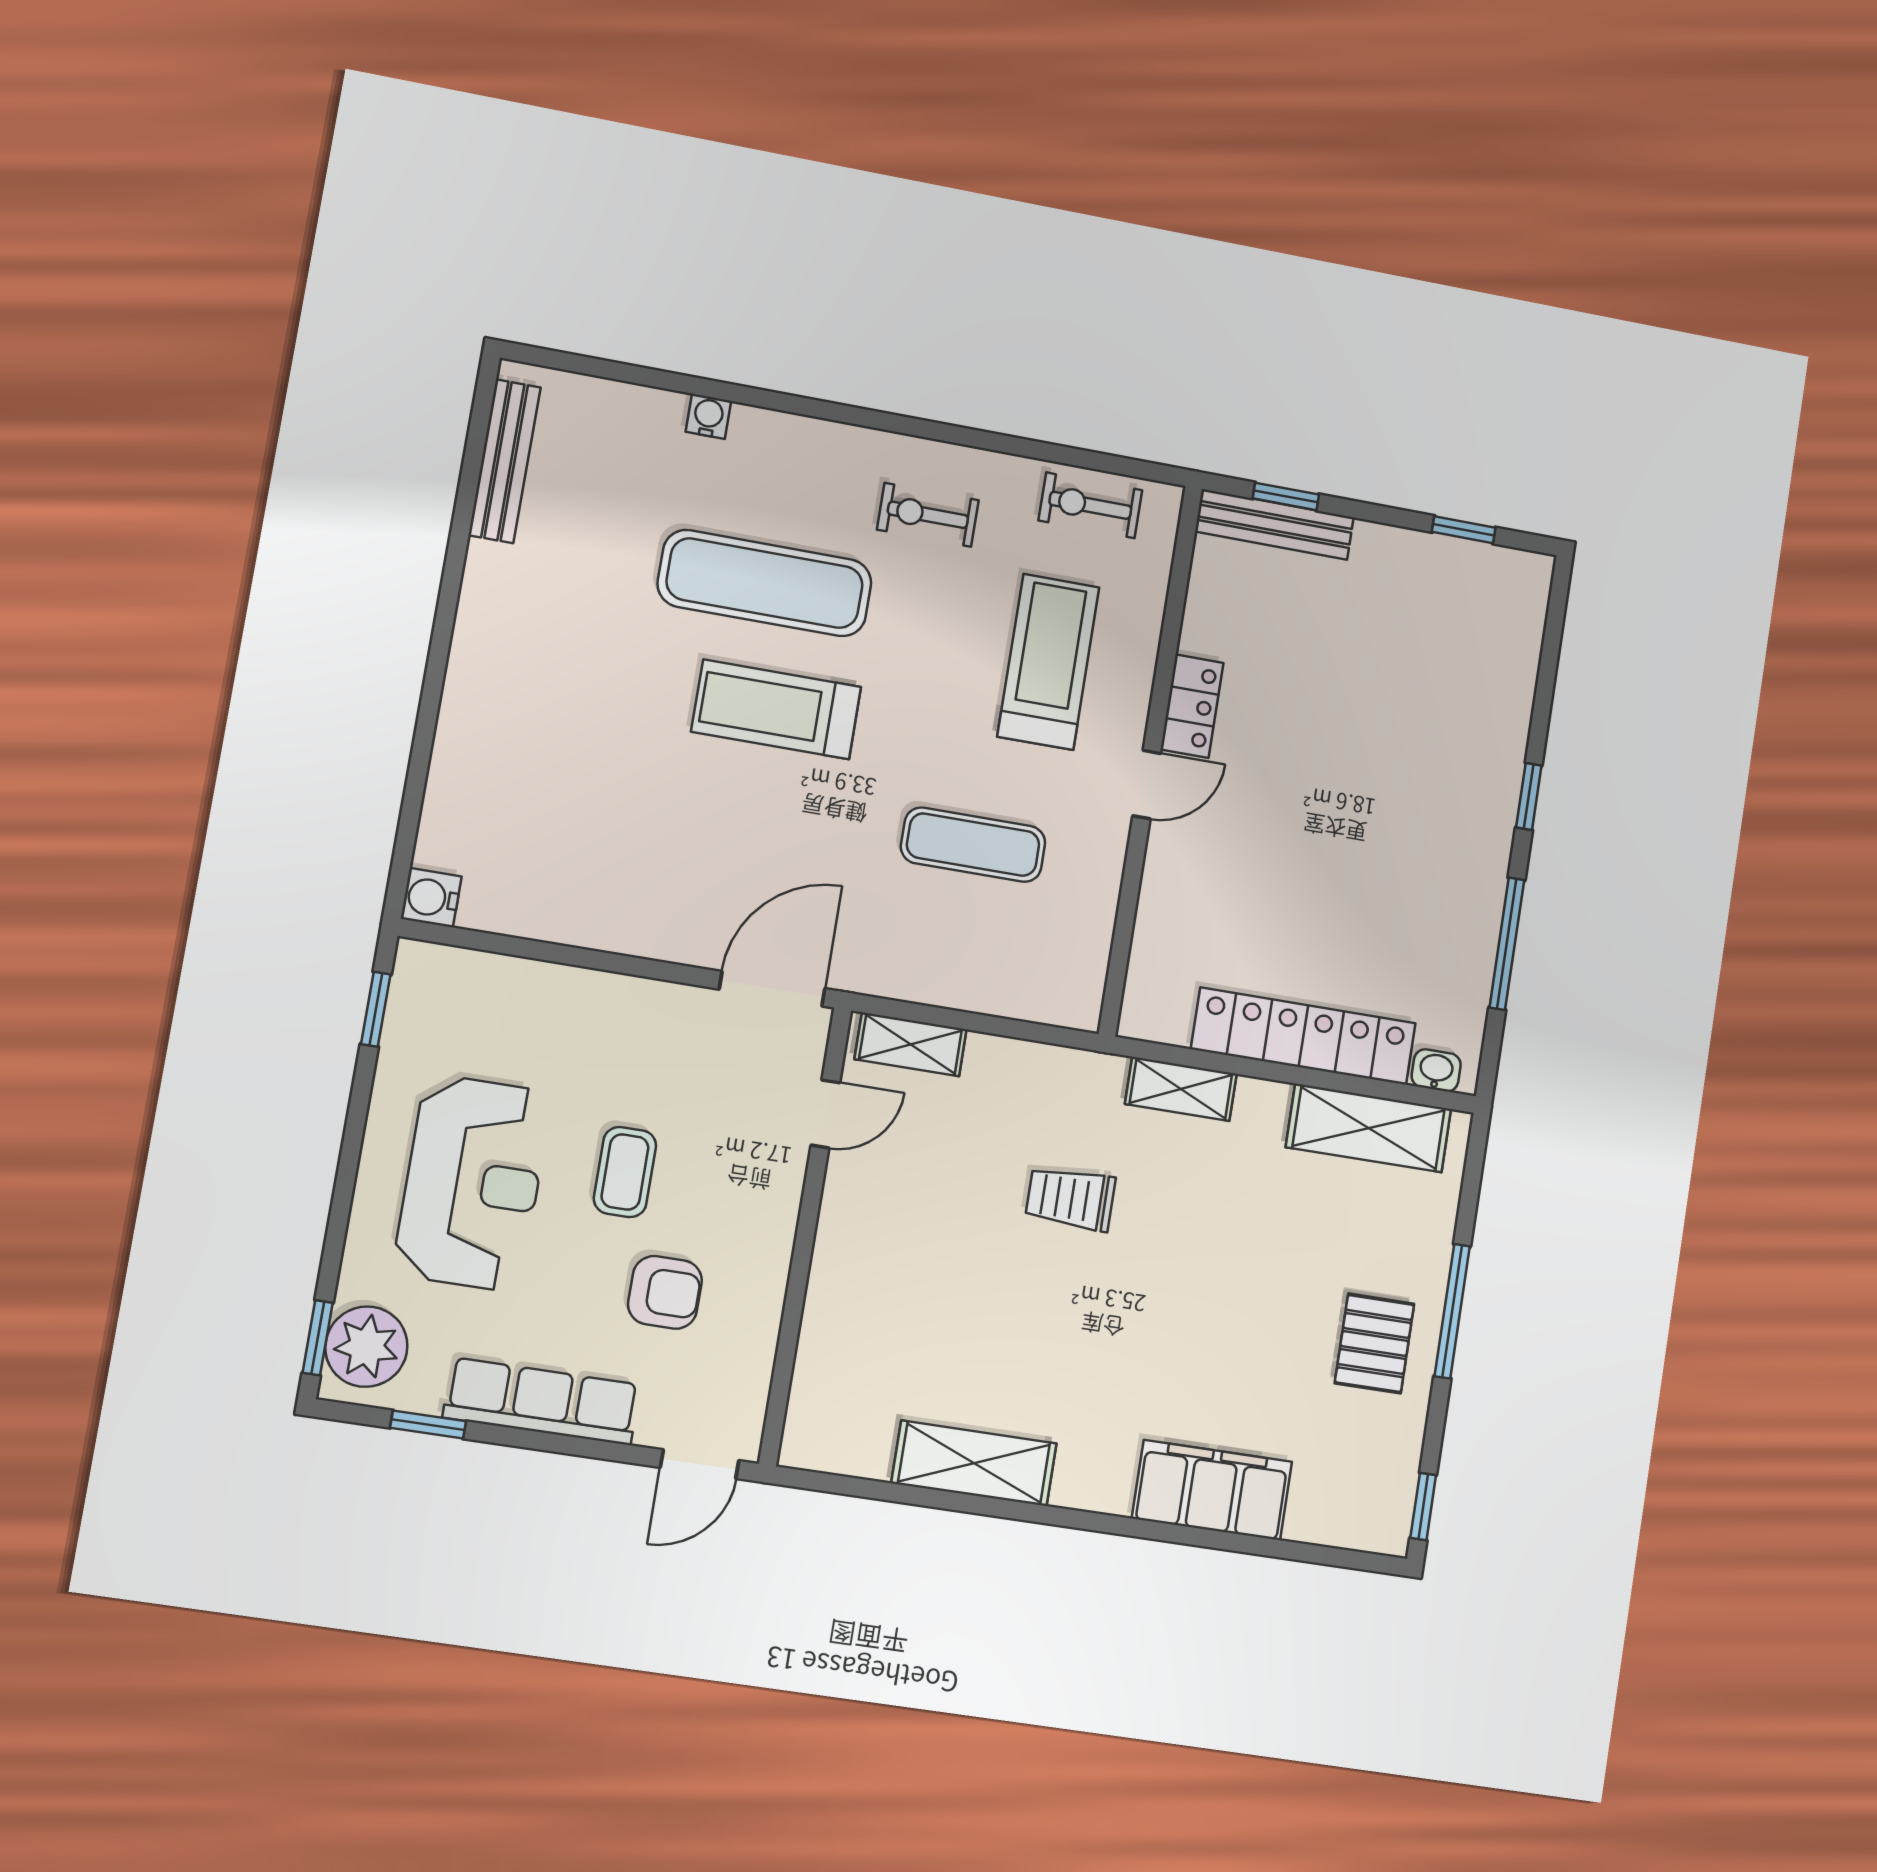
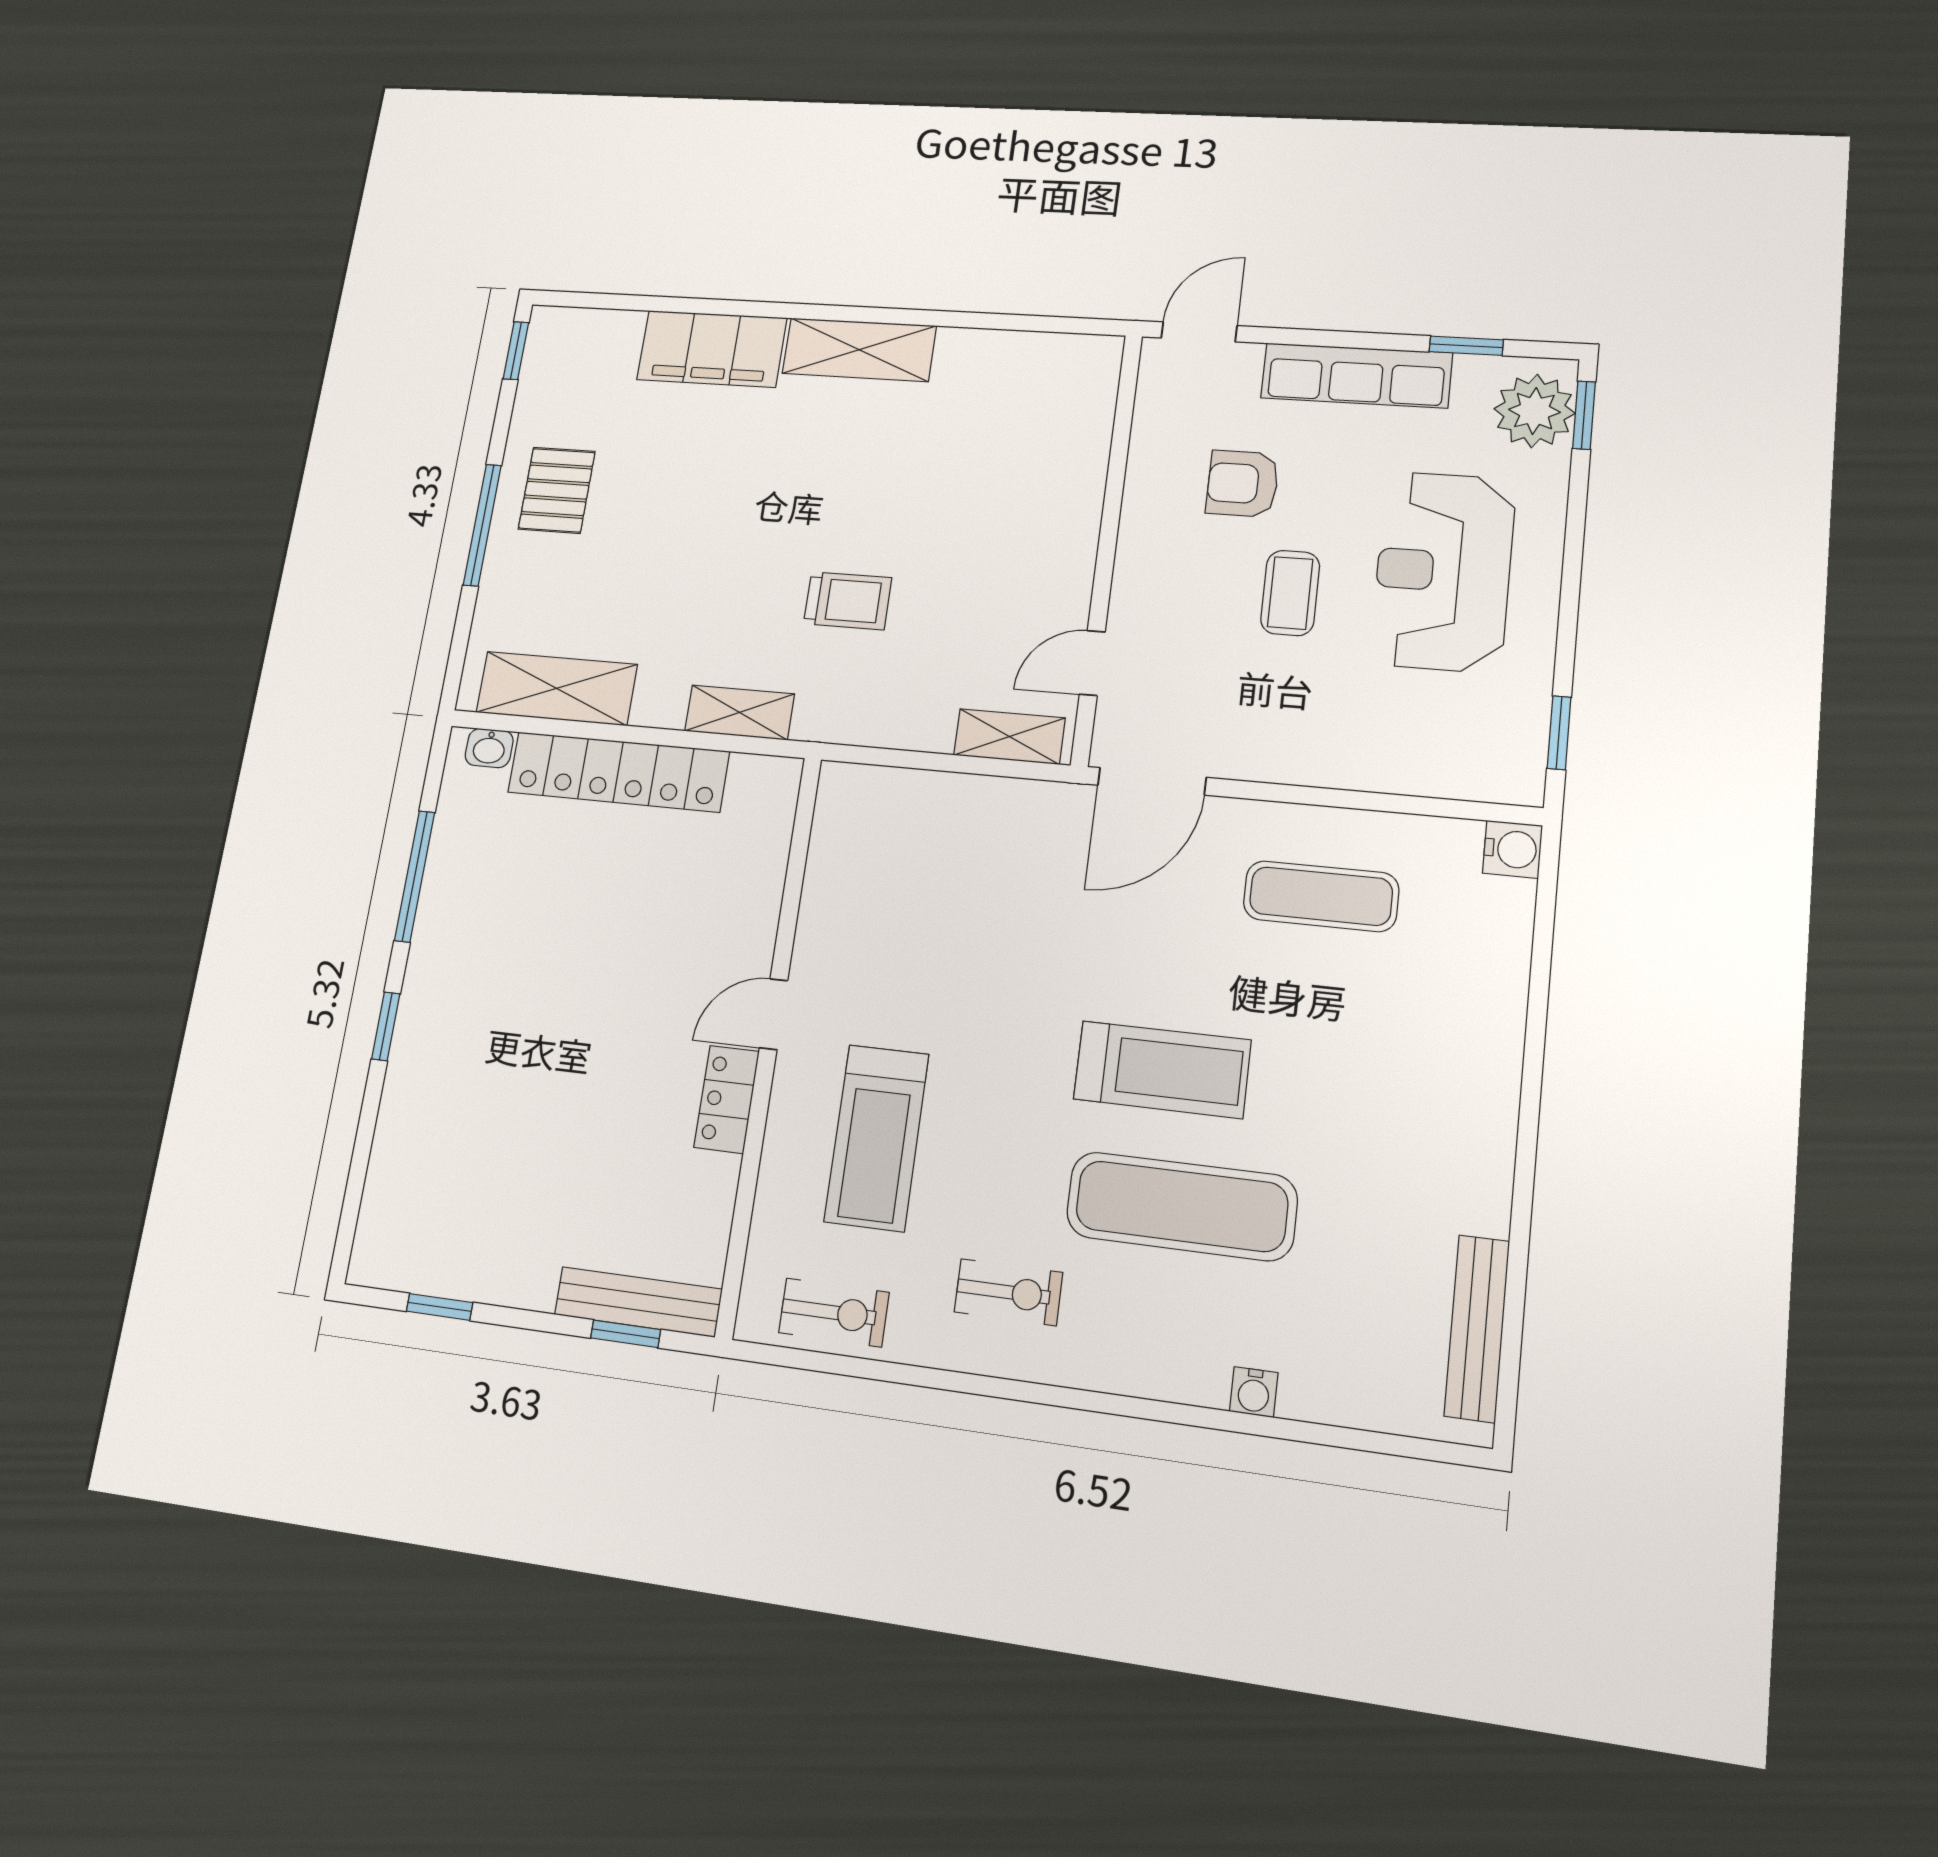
exercise mat: (973, 845) -> (1321, 896), moved
shelving: (974, 1463) -> (859, 350), moved

